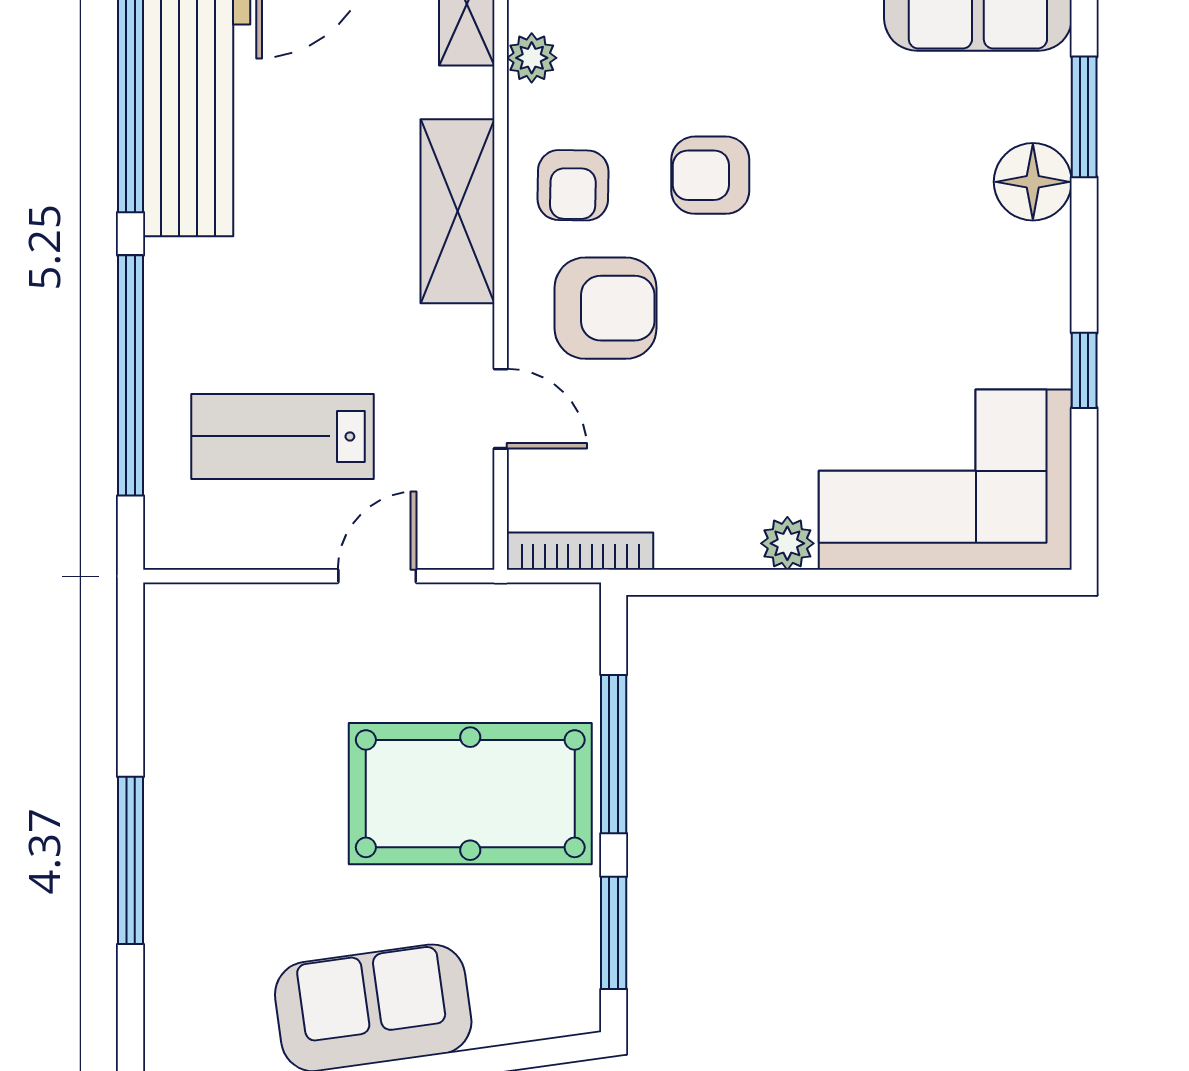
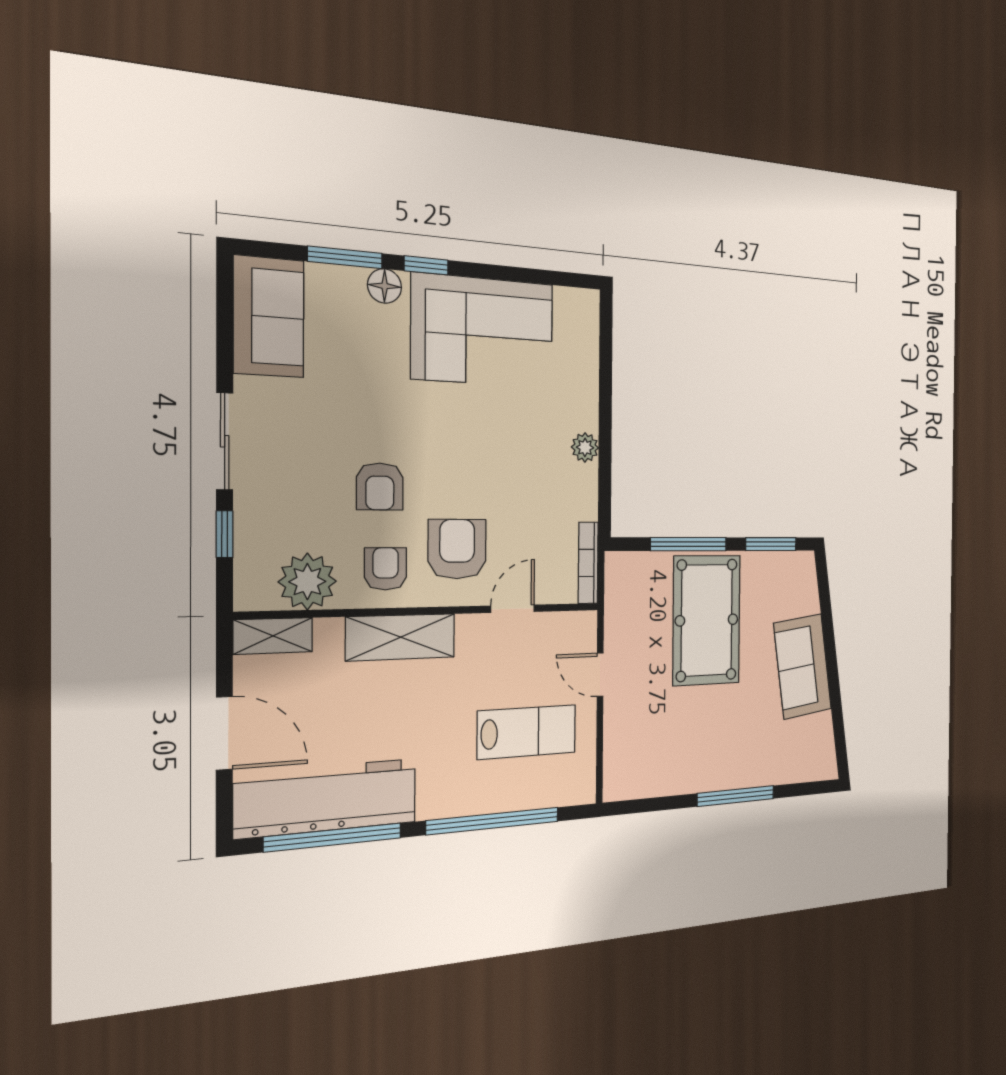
plant: (532, 58) -> (307, 582), width x1.88, depth x1.88
floor lamp: (1033, 182) -> (385, 286), width x0.73, depth x0.73
armchair: (573, 185) -> (386, 569), turned -91
window: (1084, 370) -> (426, 265), moved
lab bench: (282, 436) -> (527, 732), turned -90
corner sofa: (945, 480) -> (483, 331), moved, turned -90

